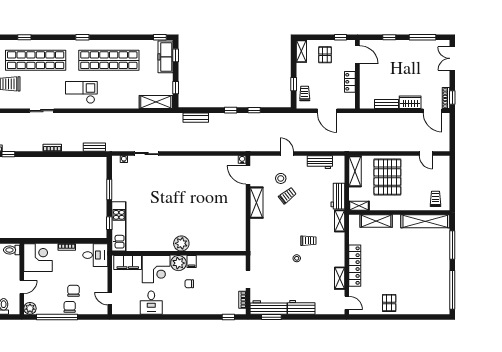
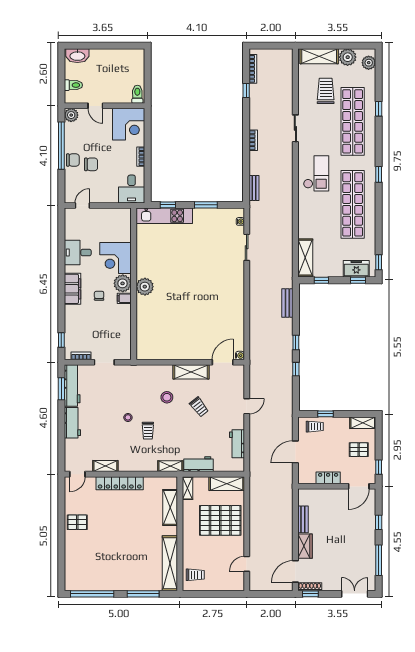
freezer: (166, 57) -> (356, 269), width x0.71
stool: (281, 178) -> (167, 397), moved
filing cabinet: (128, 263) -> (72, 289), moved, turned 180

